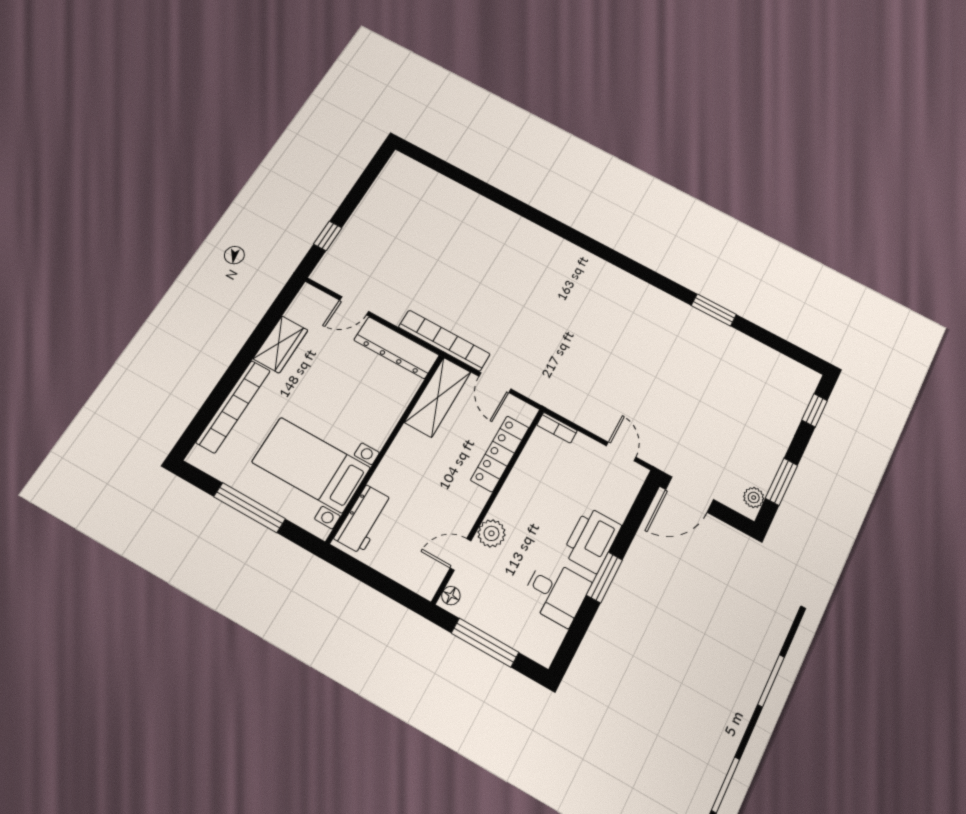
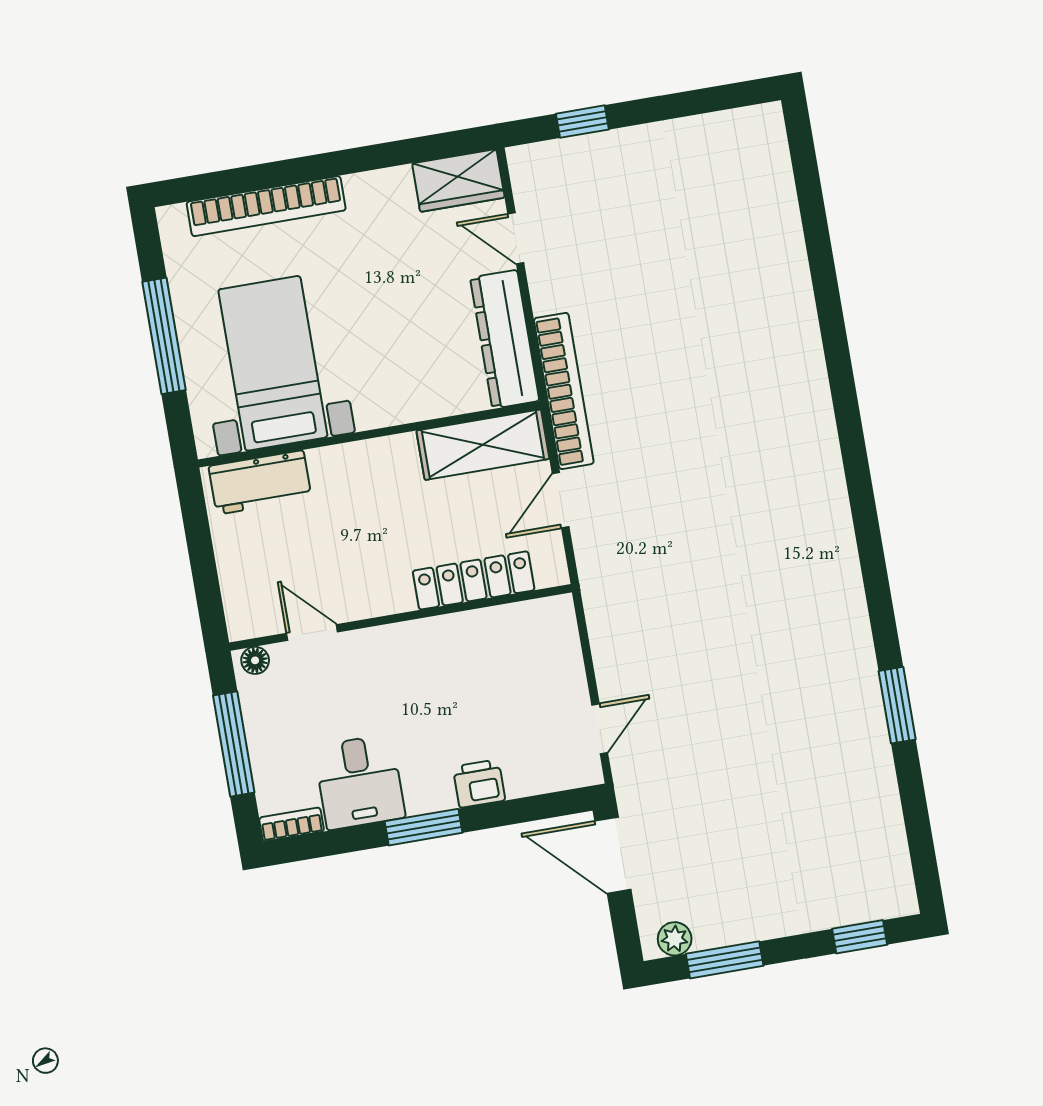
wardrobe: (280, 344) -> (458, 180), moved
bookcase: (557, 428) -> (292, 824), moved, turned 90
plant: (491, 533) -> (367, 649), removed
printer: (592, 540) -> (479, 784), width x0.53, depth x0.68

